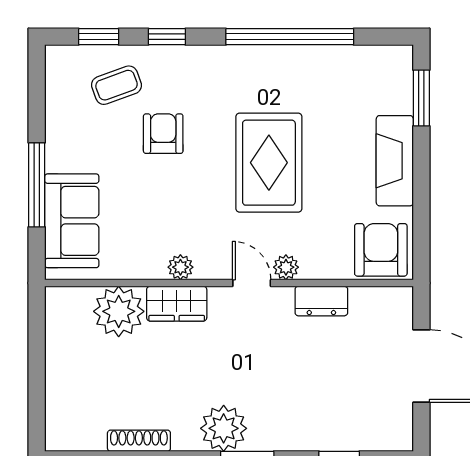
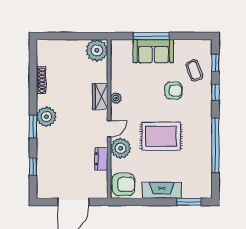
sofa: (72, 221) -> (153, 51), moved
plant: (286, 267) -> (121, 148), width x1.88, depth x1.88
plant: (119, 311) -> (97, 50), moved

